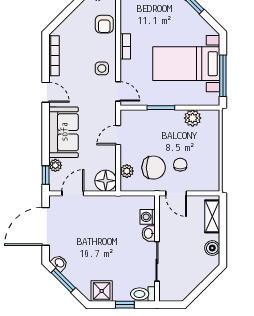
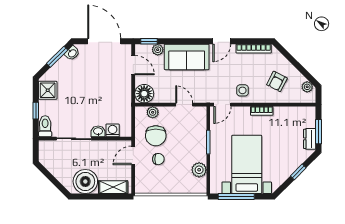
armchair: (104, 24) -> (277, 81), moved, turned -63
boiler: (212, 248) -> (85, 181), width x1.86, depth x1.86

